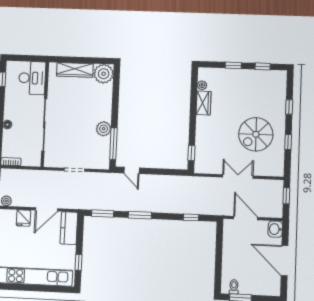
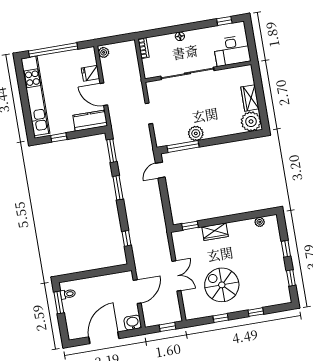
wardrobe: (75, 70) -> (250, 98), width x0.67
wardrobe: (204, 103) -> (215, 232), moved

